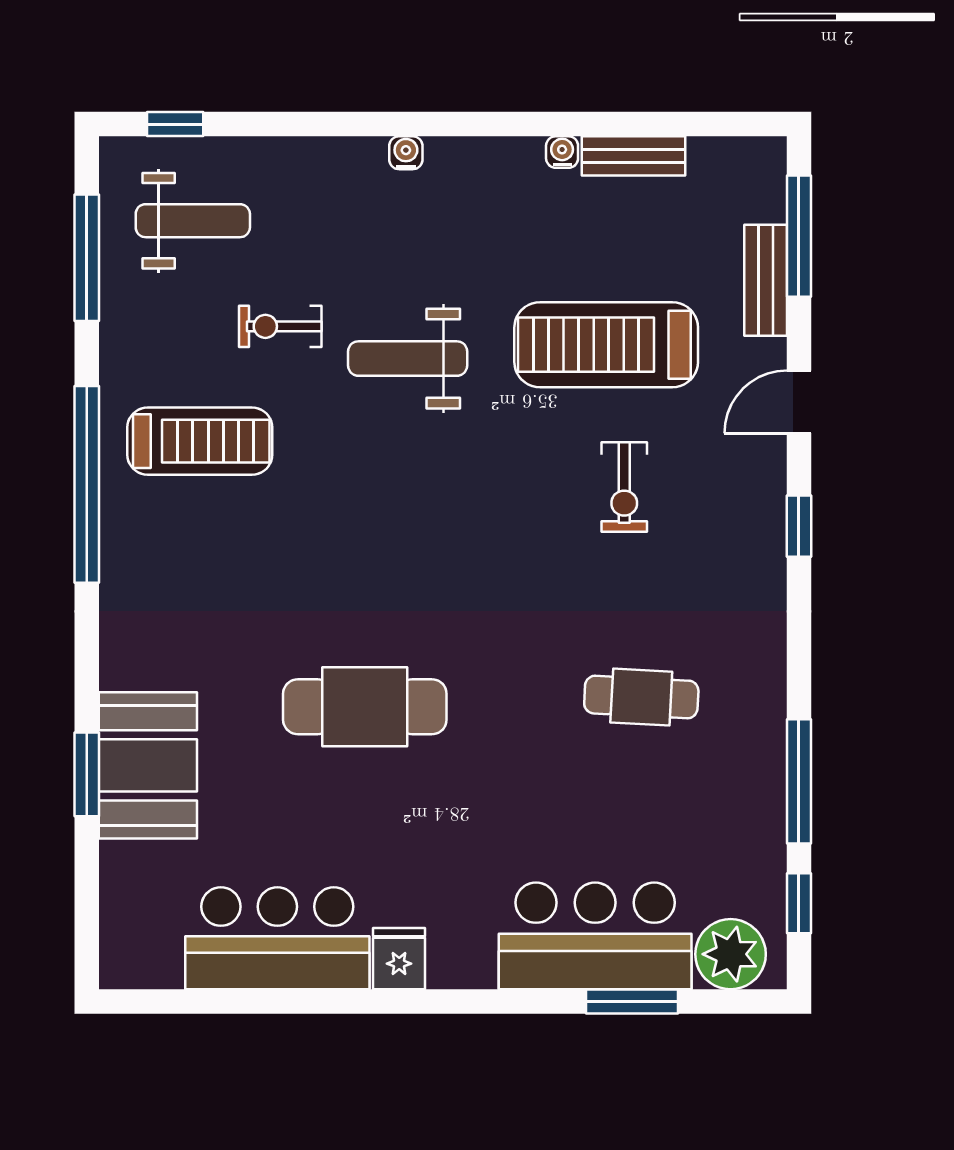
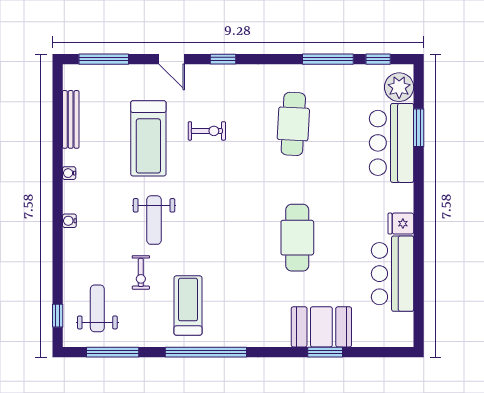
water cooler: (562, 152) -> (69, 173), moved
bench: (633, 156) -> (71, 119), width x1.36
bench: (766, 280) -> (122, 73), removed
cafe table: (641, 697) -> (293, 124), width x1.37, depth x1.35

